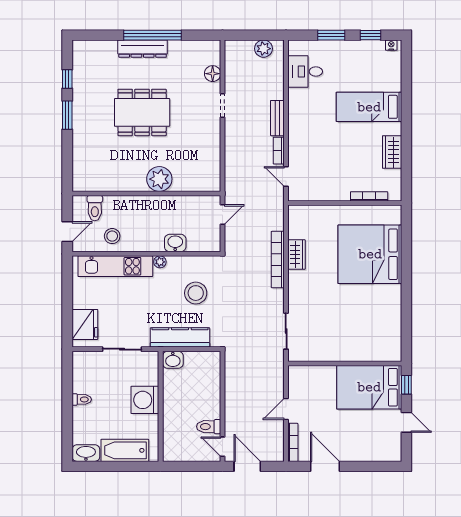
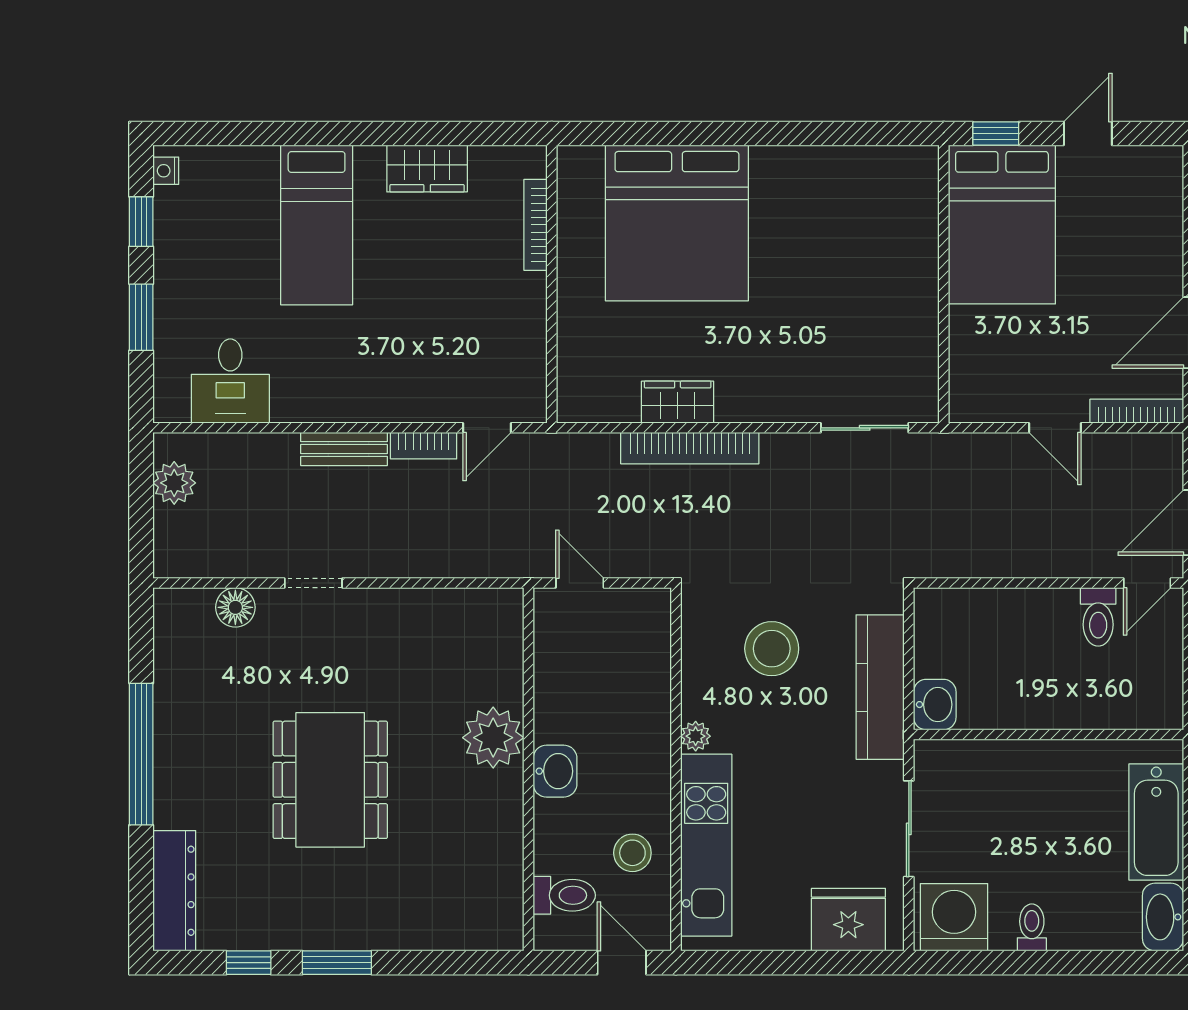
dresser: (143, 49) -> (174, 891), moved
washbasin: (175, 243) -> (555, 771), moved, turned 180
washing machine: (145, 400) -> (954, 917), moved, turned 180

